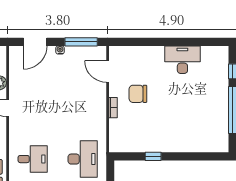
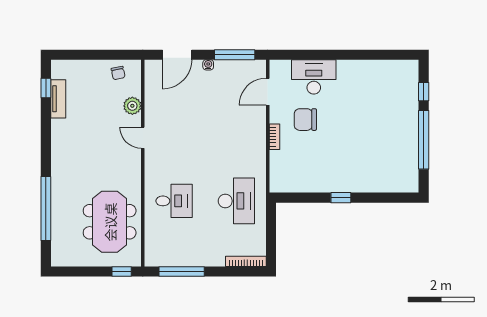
desk: (182, 60) -> (314, 77), moved
door: (108, 72) -> (268, 92), hinge flipped
window: (153, 156) -> (341, 198), moved

